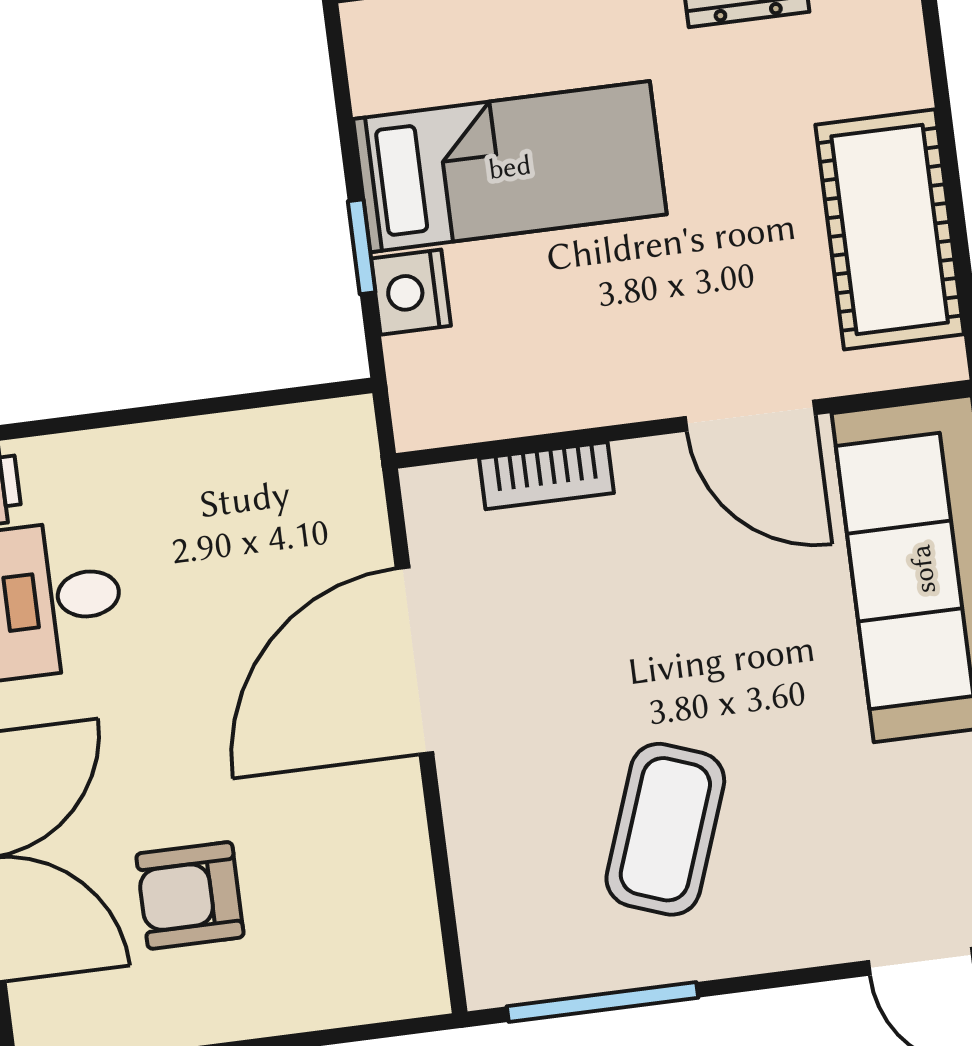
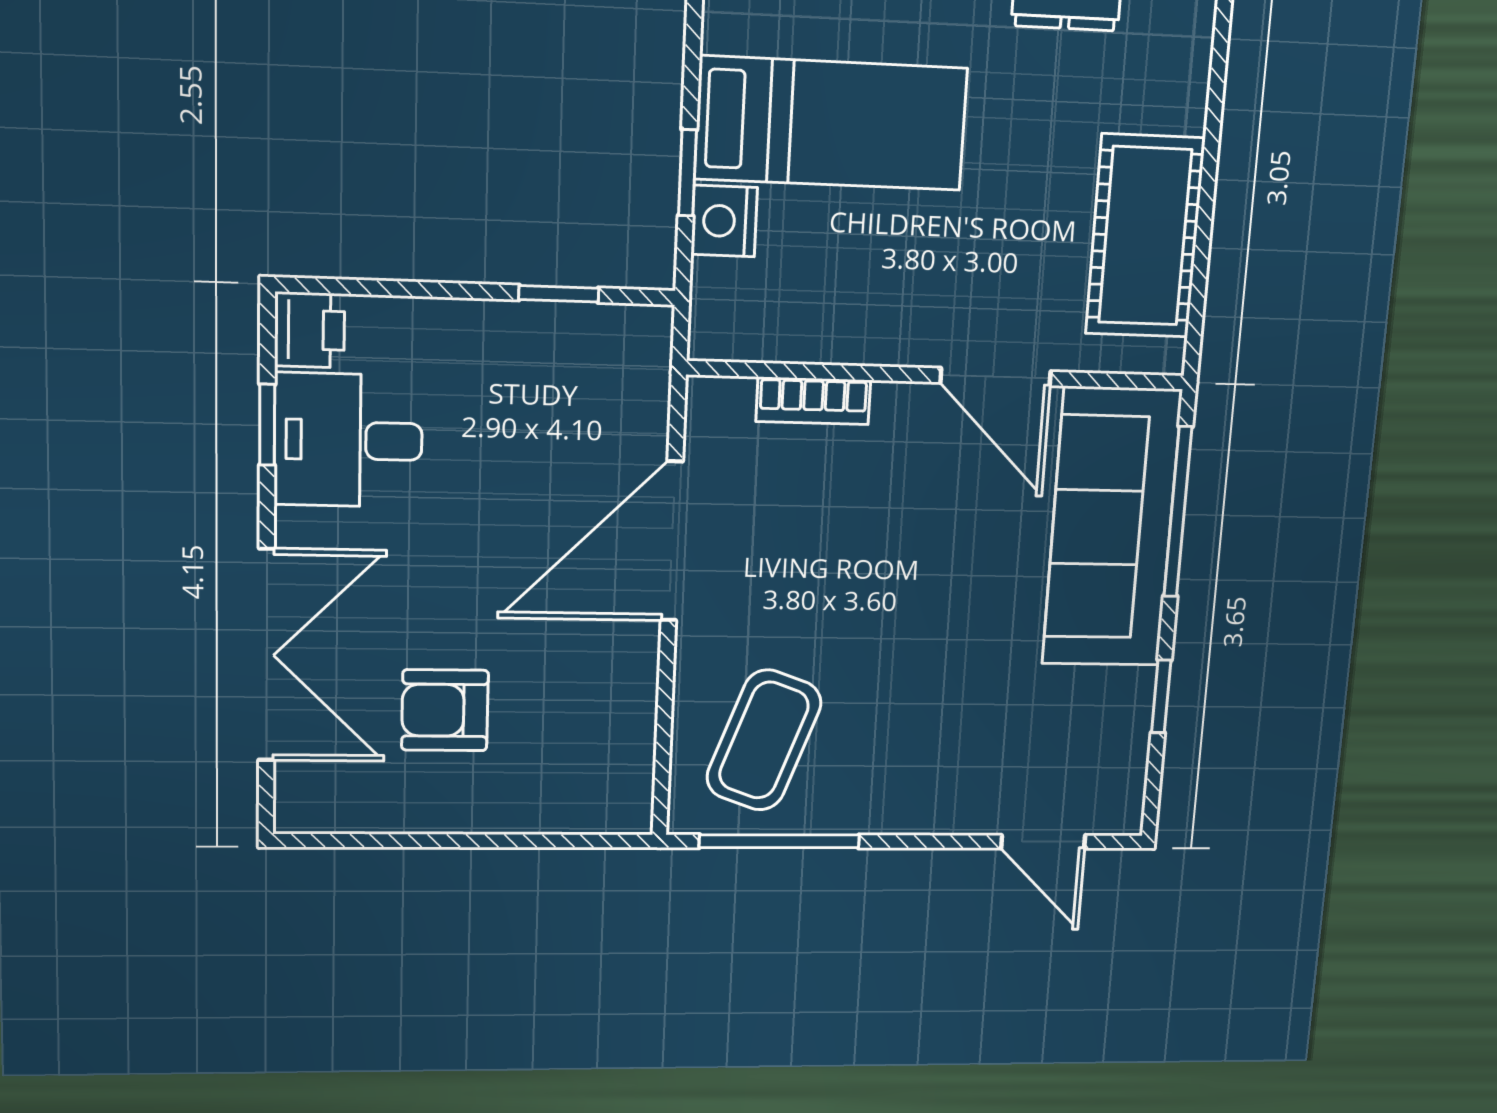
window: (243, 402) -> (559, 294), added
coffee table: (665, 829) -> (764, 740), moved

